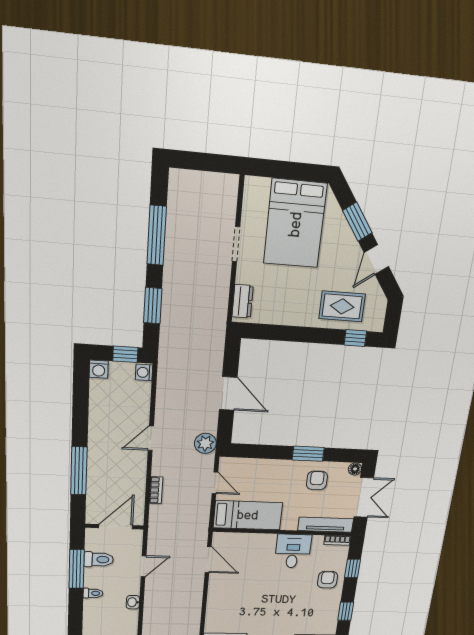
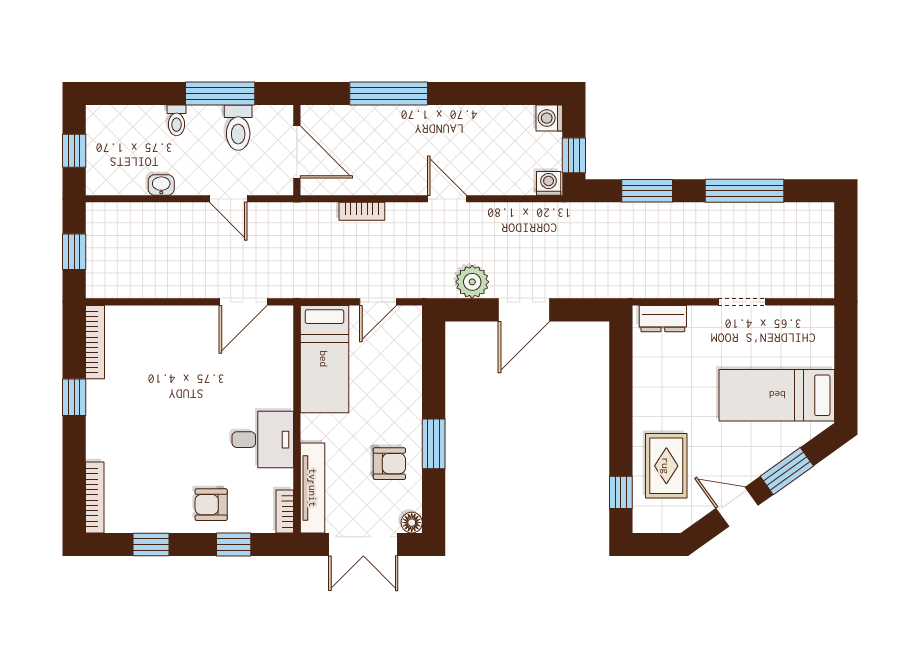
bed: (295, 224) -> (777, 395), width x0.67
plant: (205, 443) -> (472, 282), moved
armchair: (327, 580) -> (211, 505), turned 180

